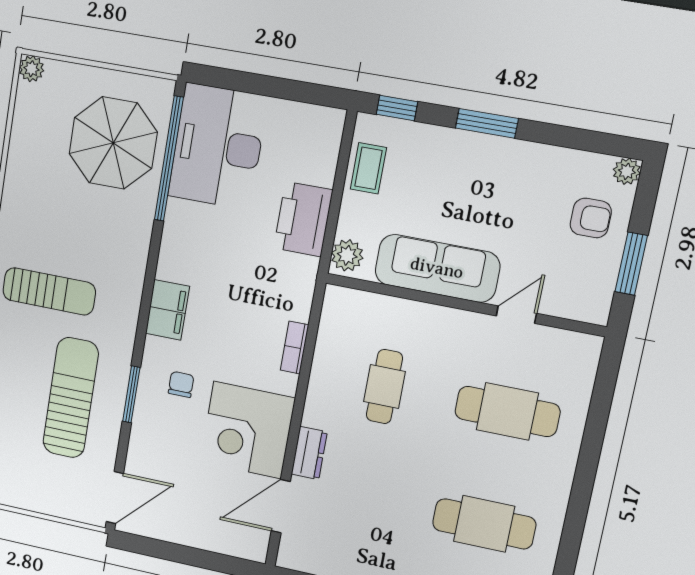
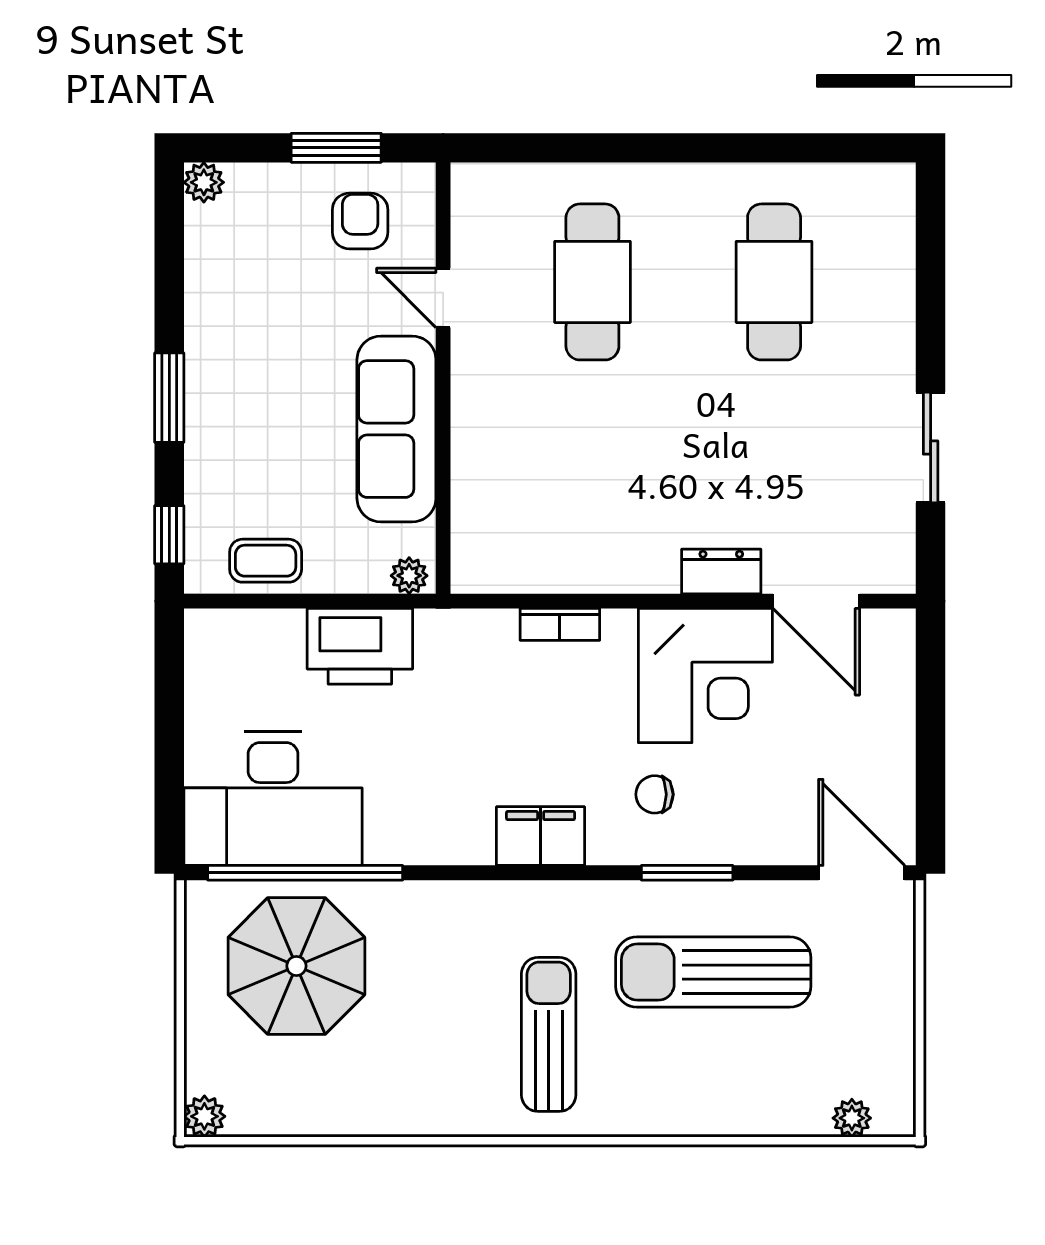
armchair: (591, 218) -> (360, 221), moved
plant: (347, 255) -> (409, 576), width x0.73, depth x0.73
cafe table: (384, 387) -> (592, 474), removed

